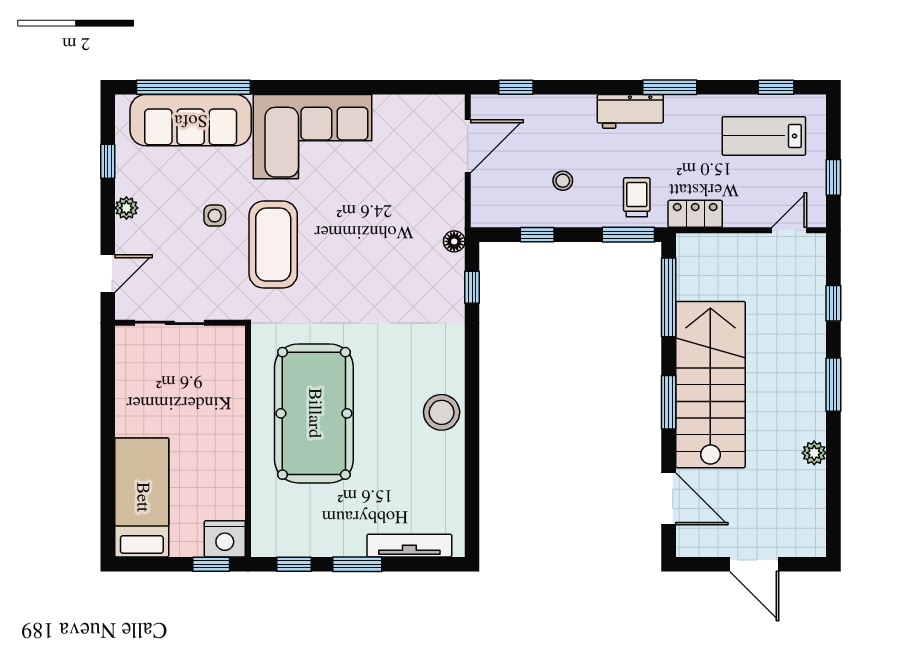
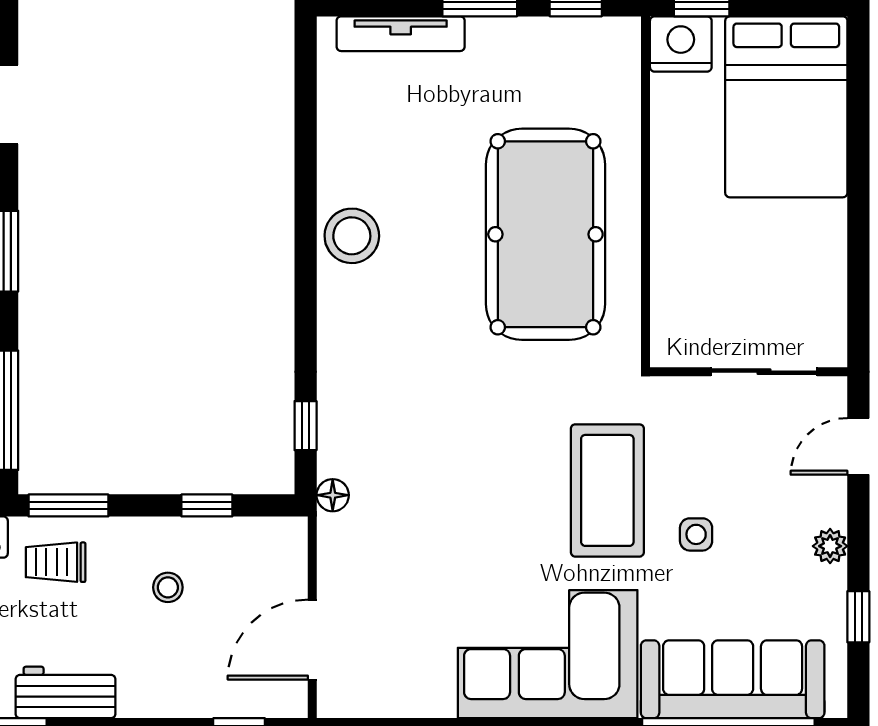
trolley: (637, 197) -> (56, 562), turned 90
bed: (142, 497) -> (786, 107), width x1.50

